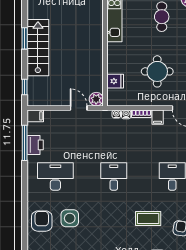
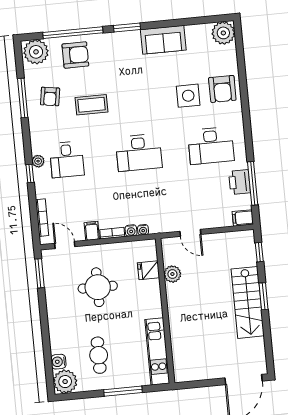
window: (25, 38) -> (263, 296), moved
plant: (96, 99) -> (172, 274), moved
desk: (114, 176) -> (139, 153), width x1.37

